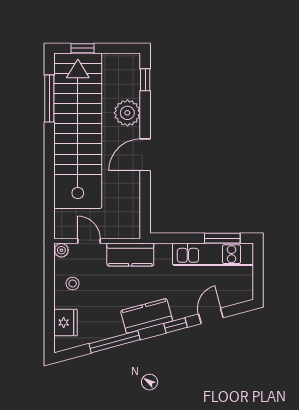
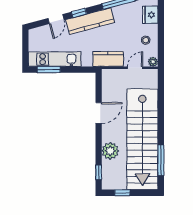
window: (83, 48) -> (122, 193), moved
door: (145, 155) -> (99, 113), moved
door: (89, 241) -> (135, 68), swing flipped
kitchen counter: (147, 316) -> (90, 21), width x1.50

